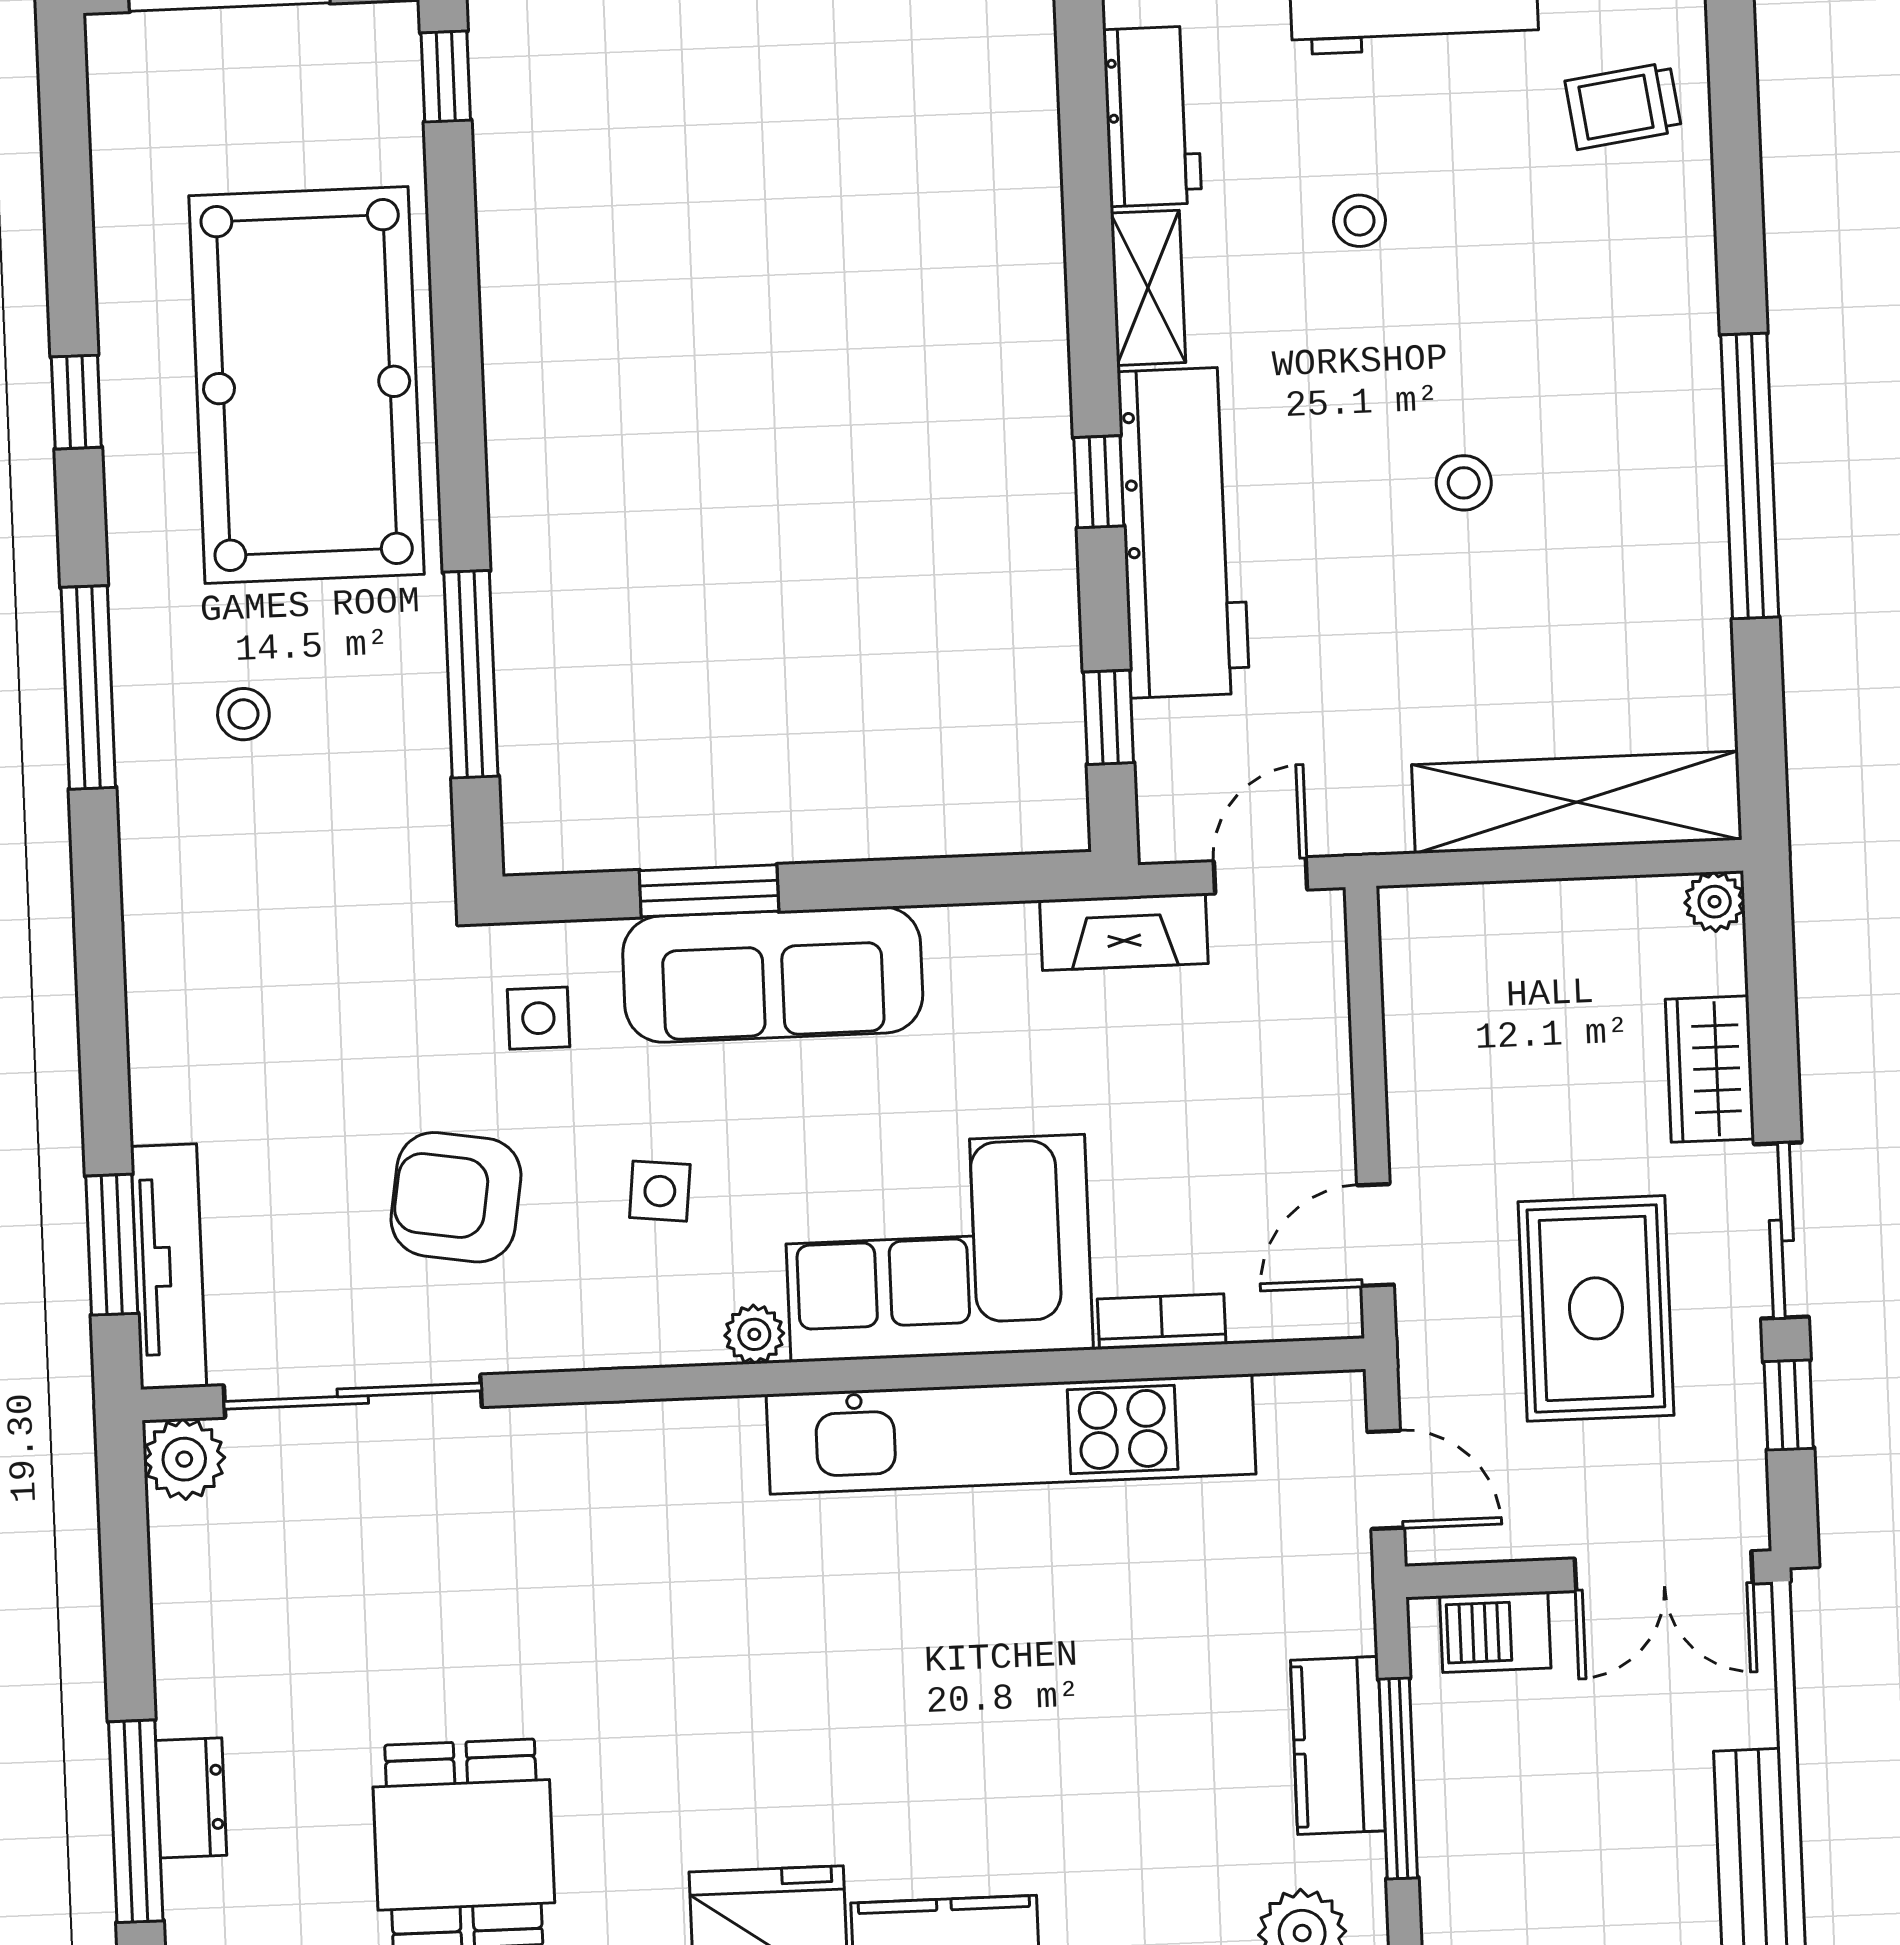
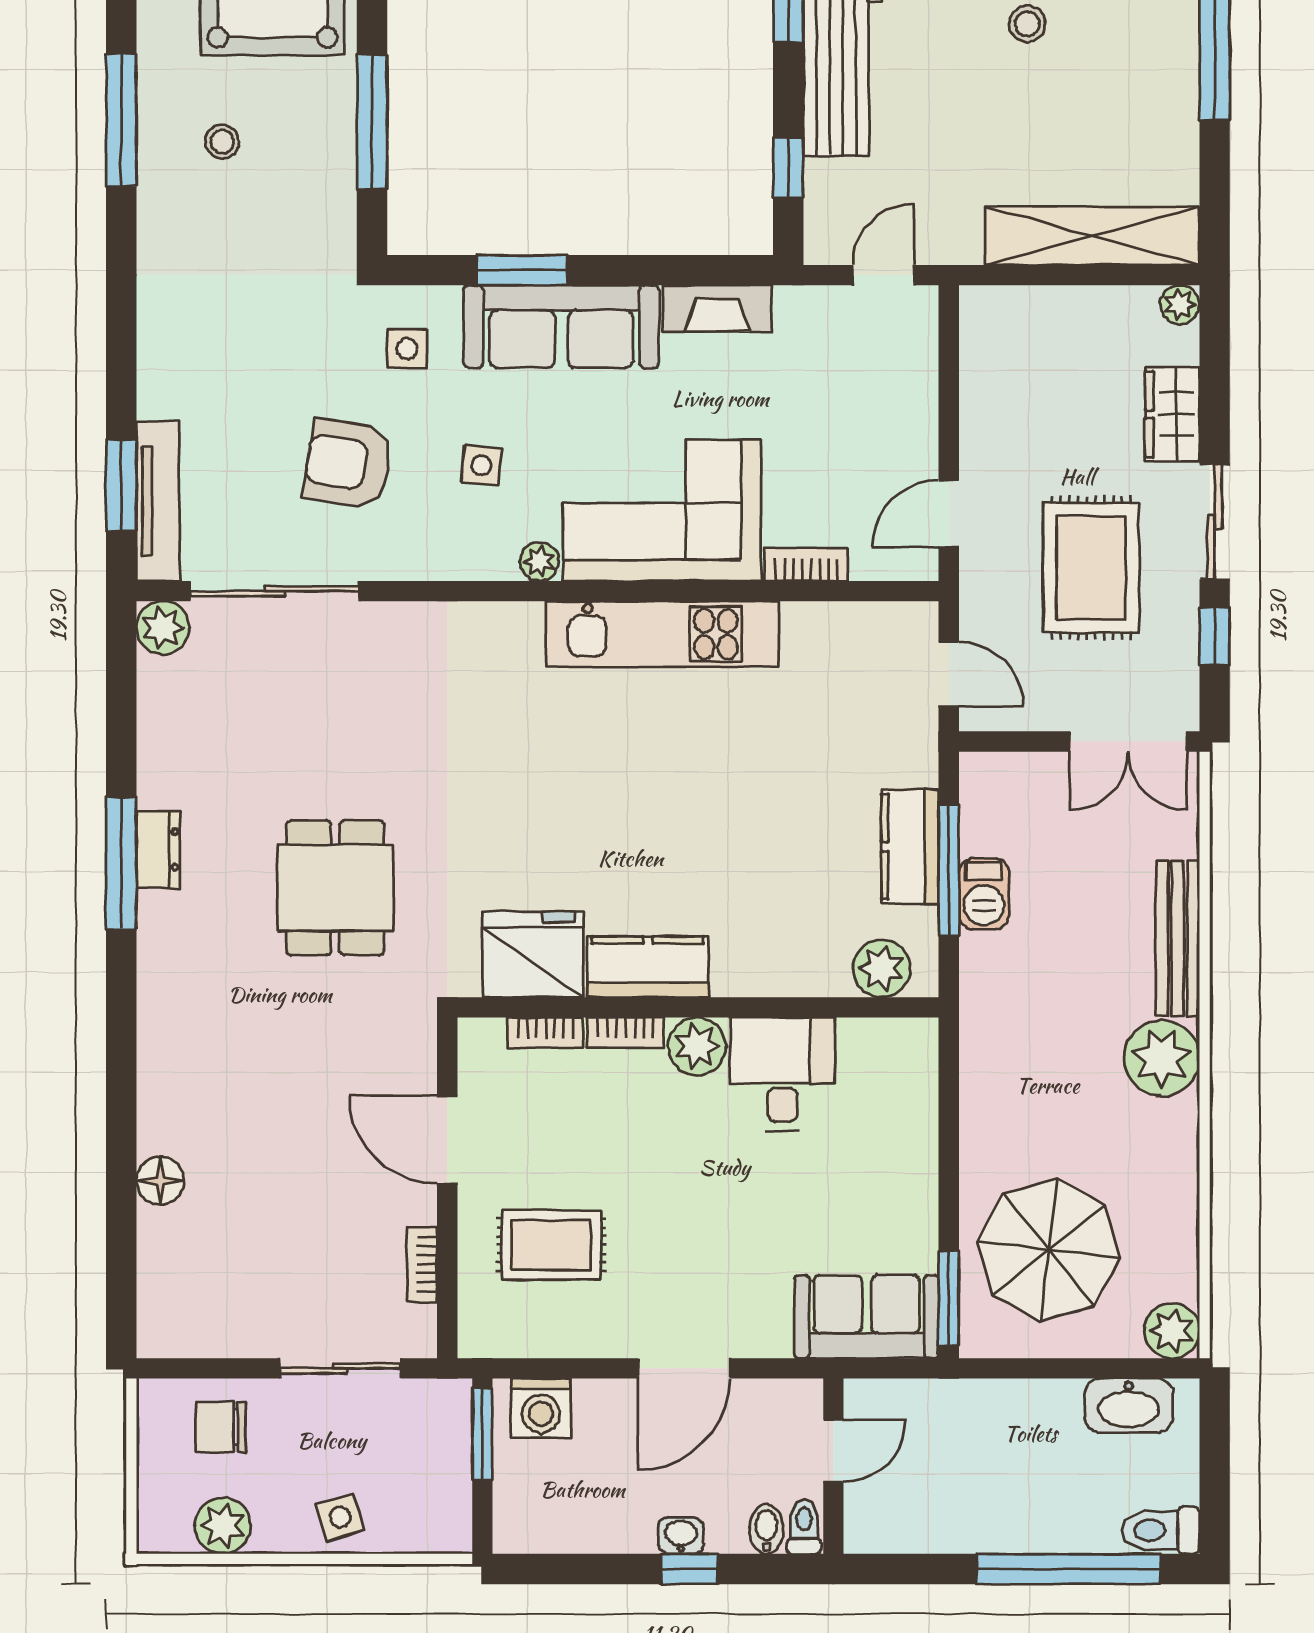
fireplace: (1124, 932) -> (717, 308), moved
kitchen unit: (1011, 1434) -> (662, 634), width x0.73
barbecue: (1495, 1632) -> (984, 894), moved, turned -90

